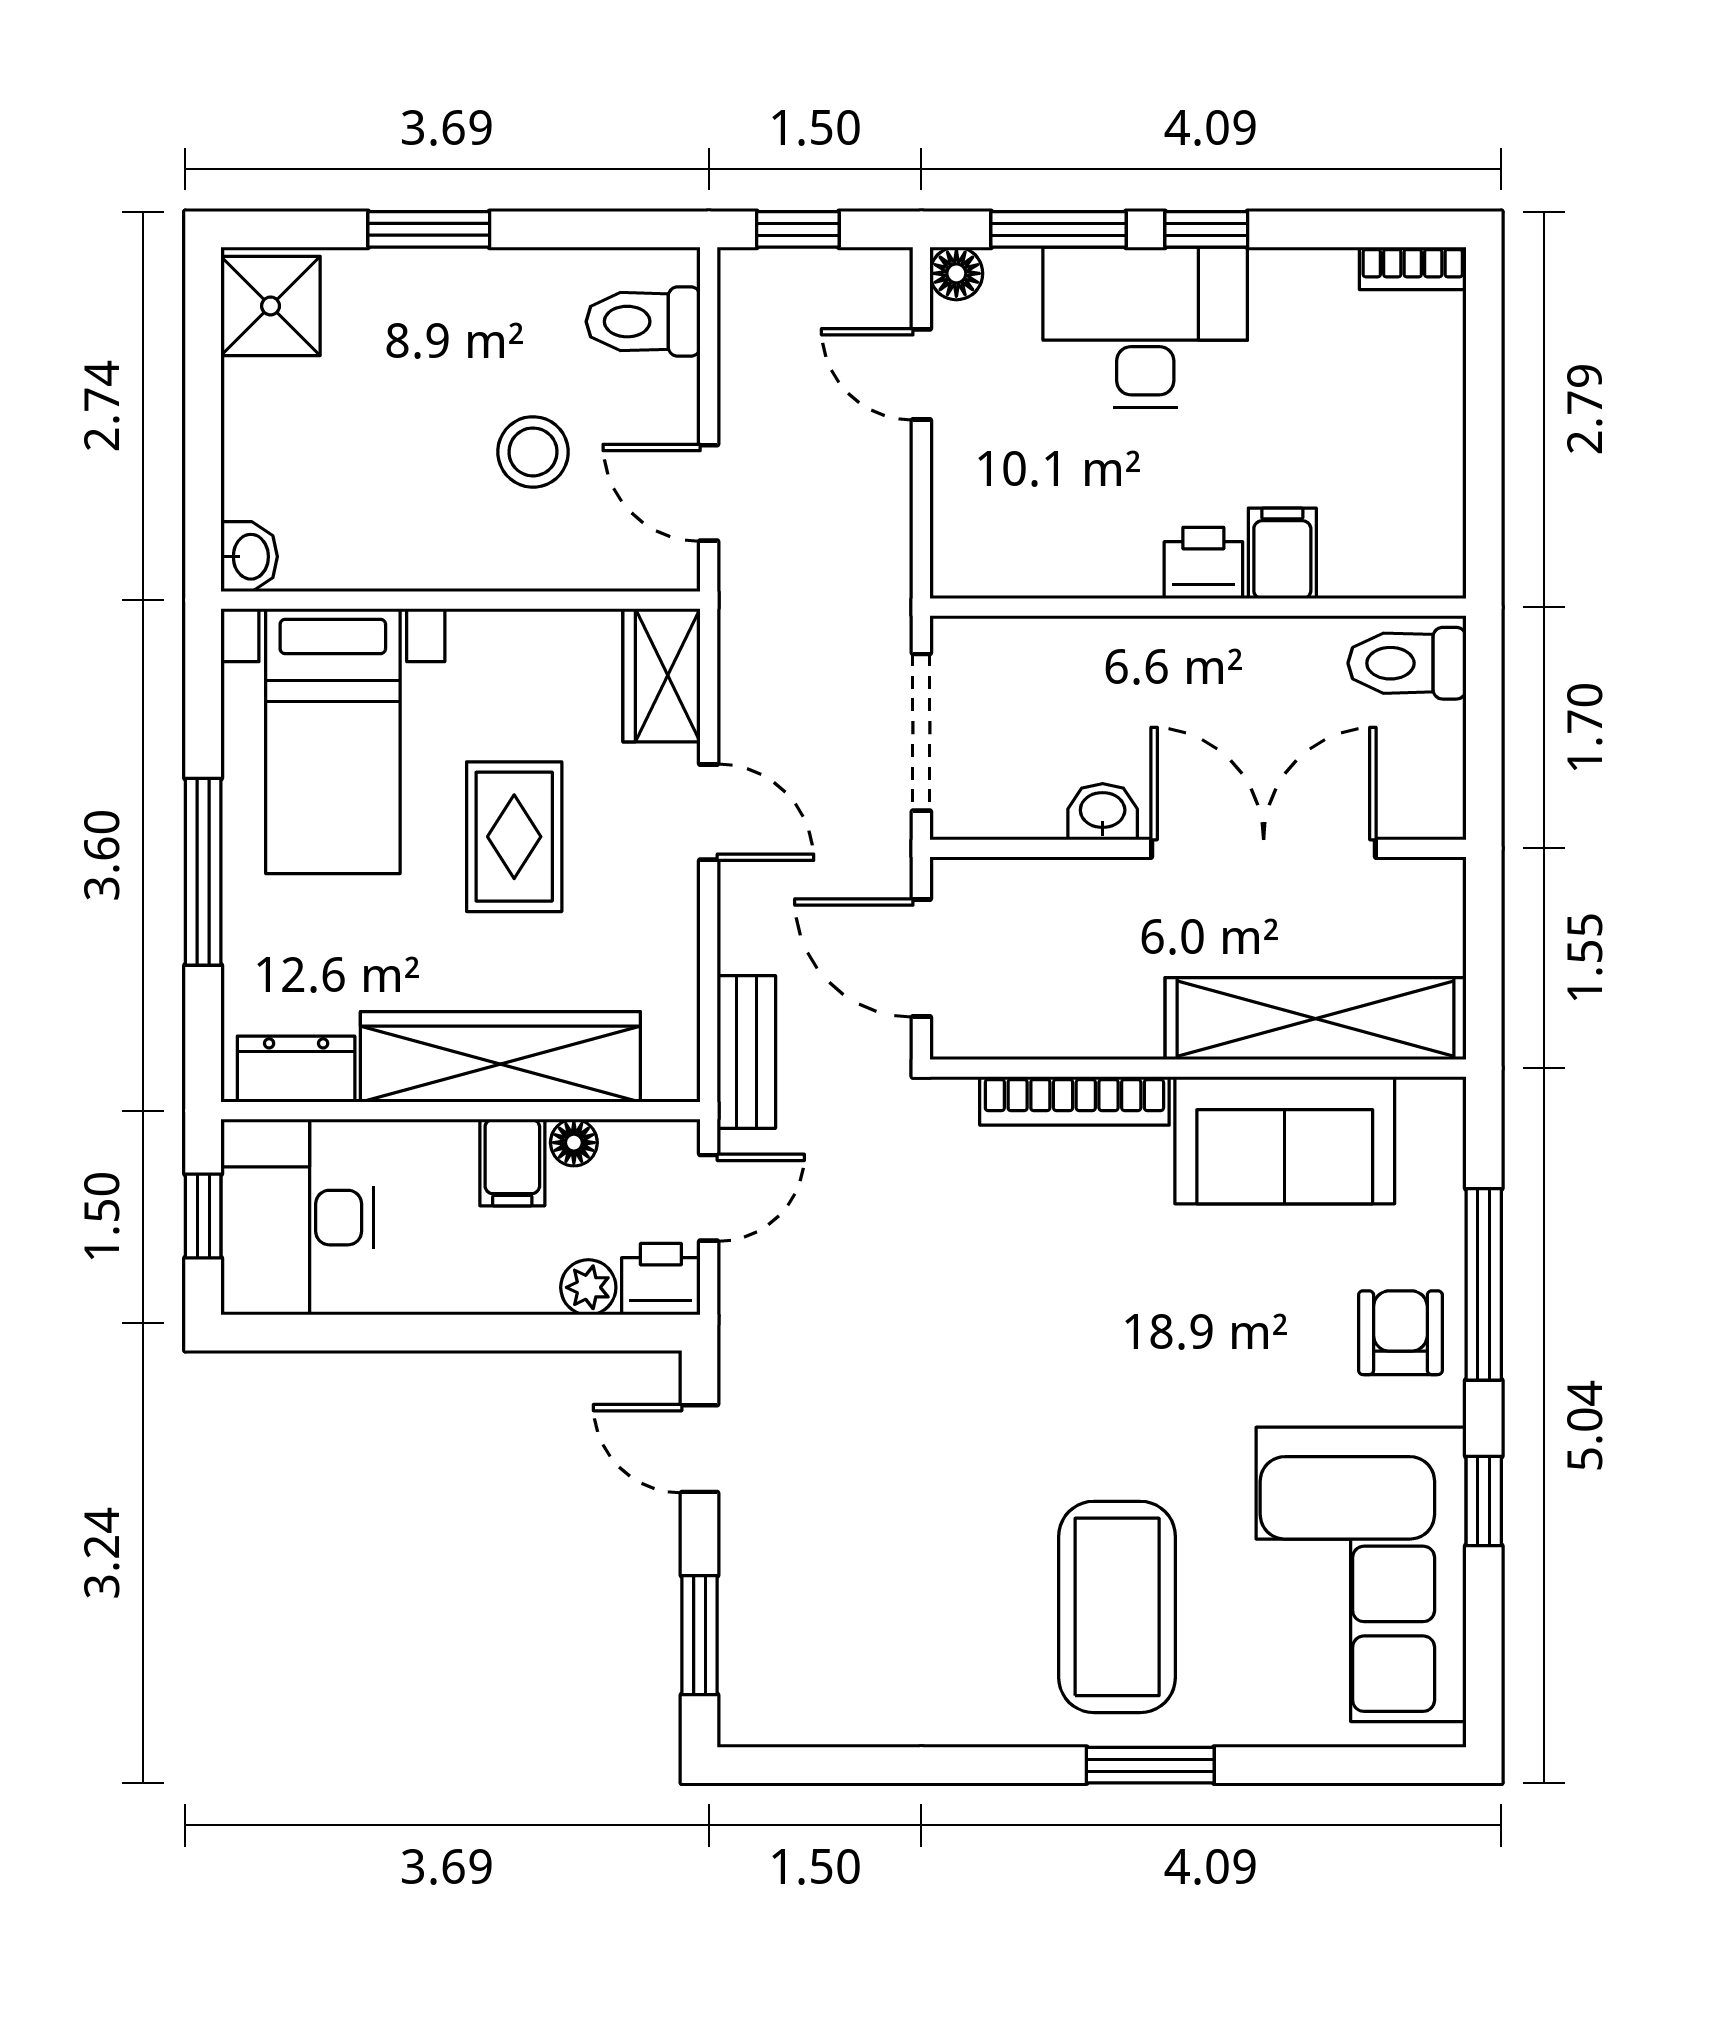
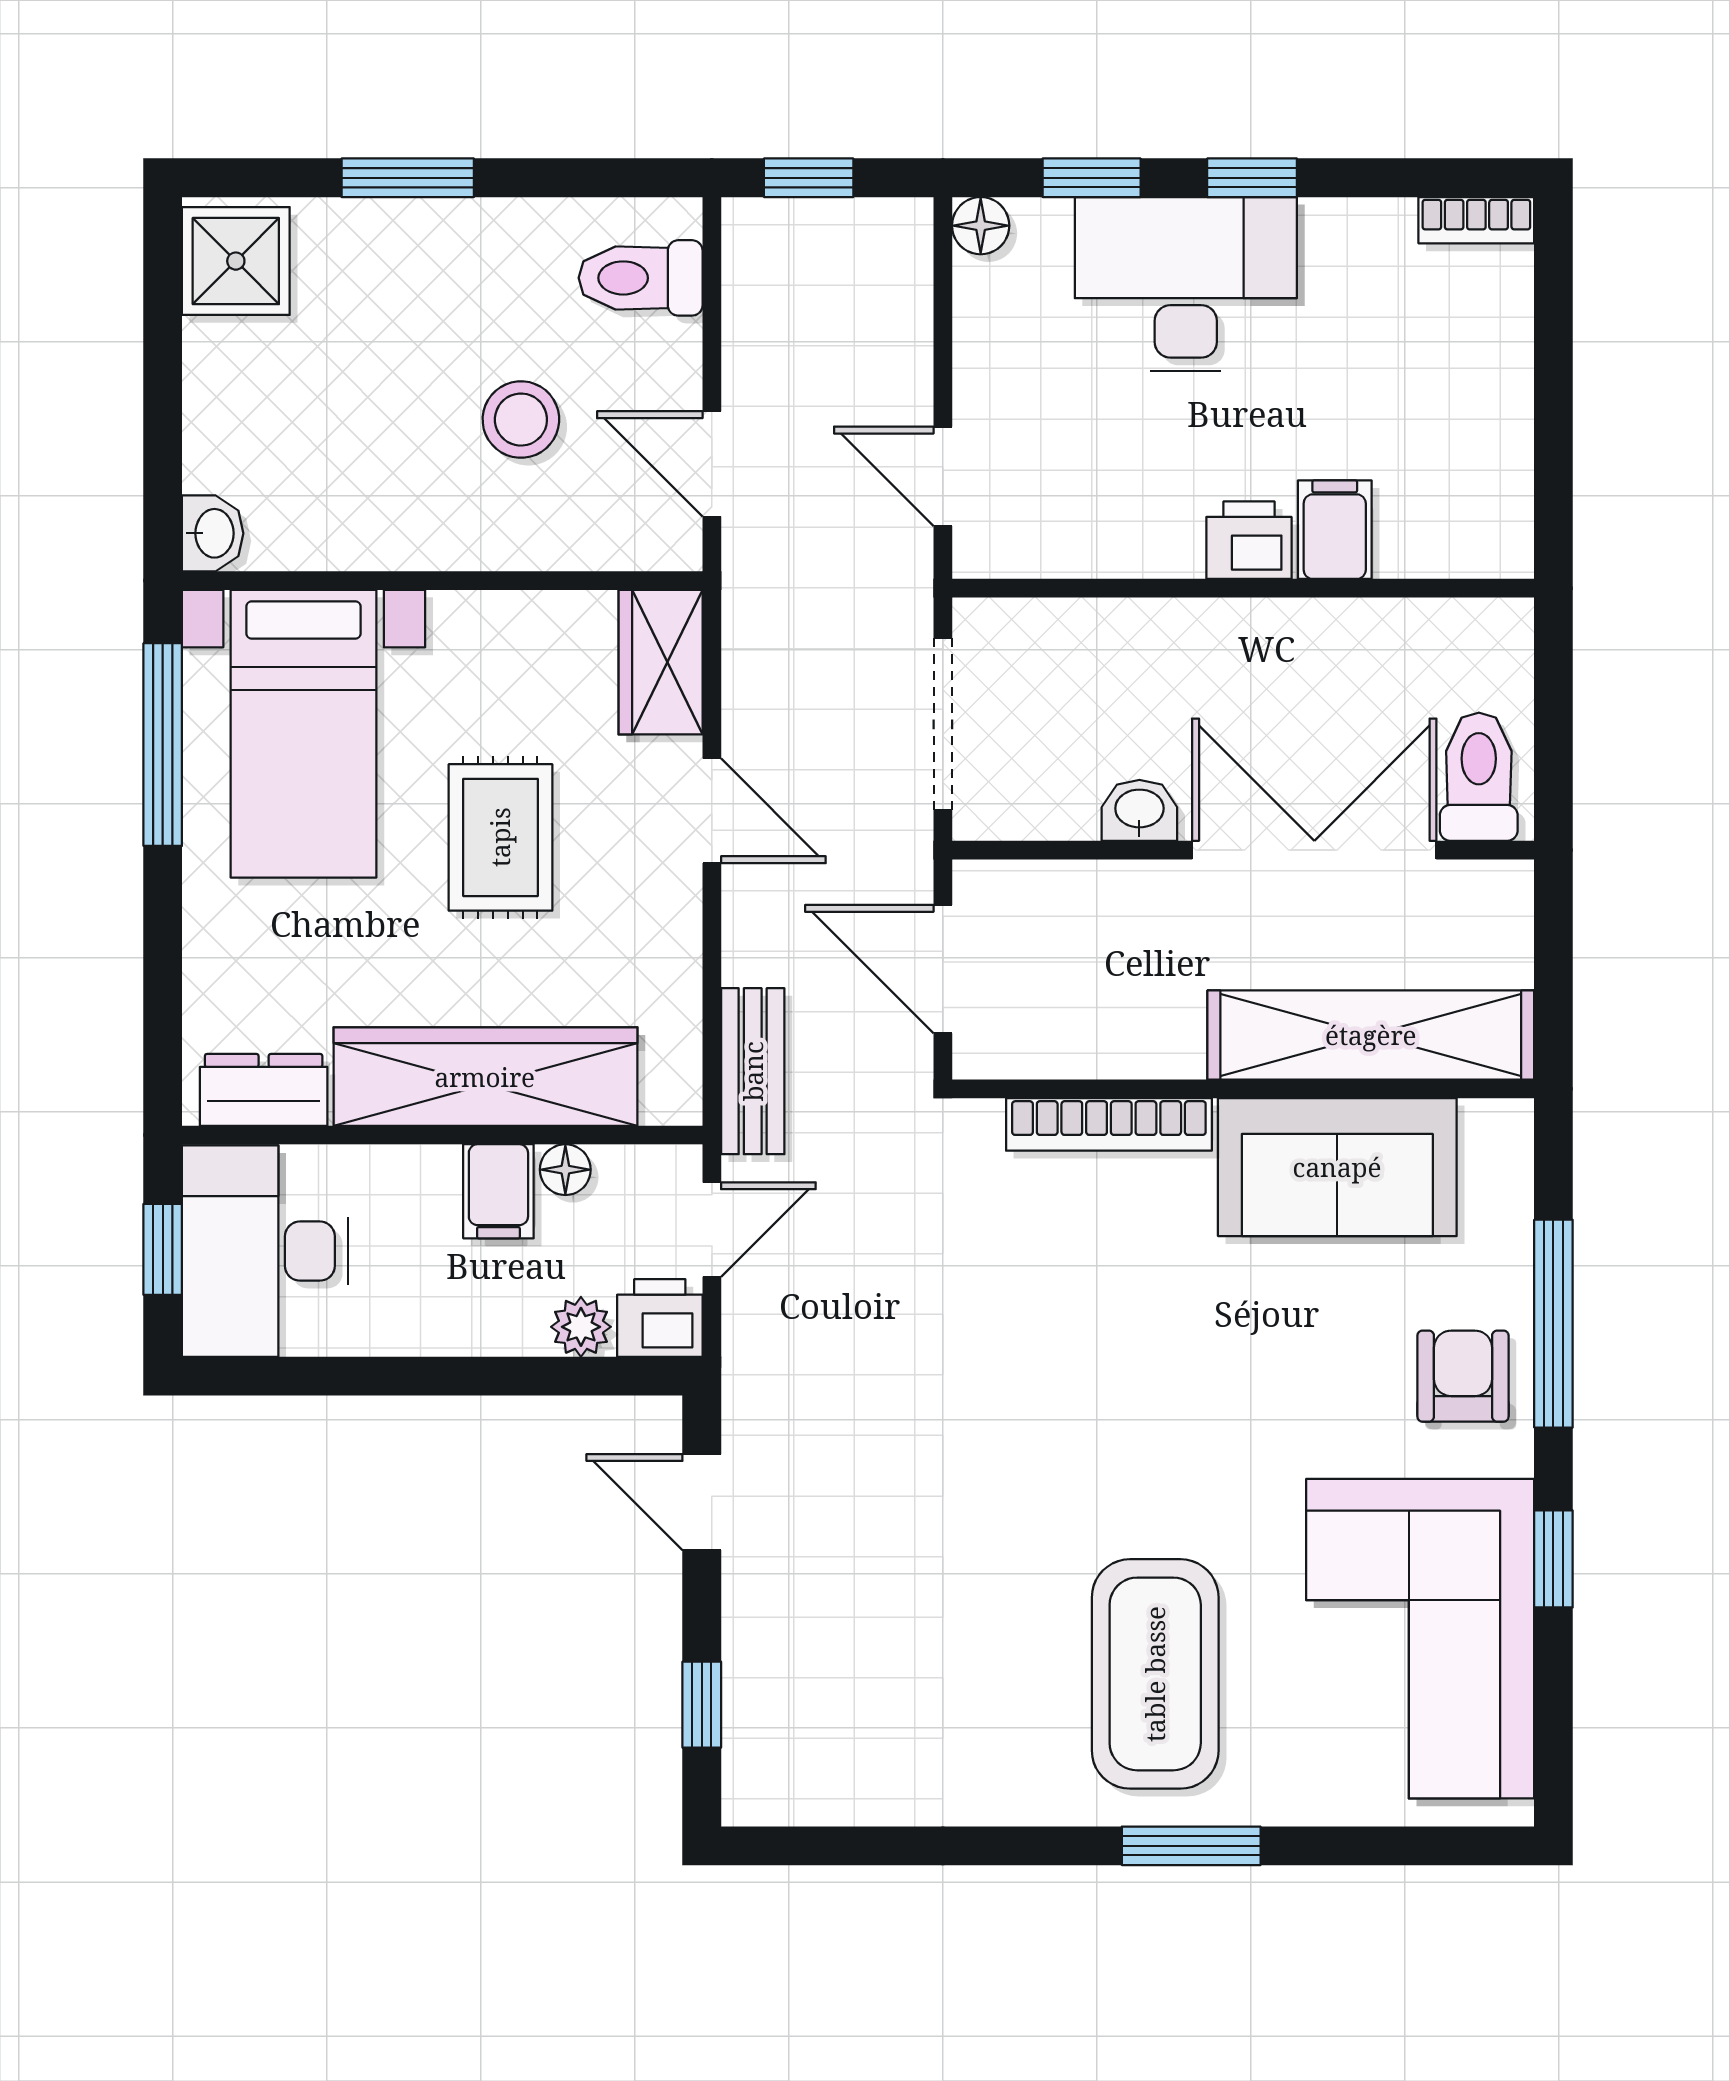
window: (1058, 229) -> (1092, 178), width x0.67
door: (921, 374) -> (943, 476), moved
toilet: (1407, 663) -> (1479, 777), moved, turned 90
window: (203, 872) -> (163, 745), moved
window: (700, 1635) -> (702, 1705), width x0.67

